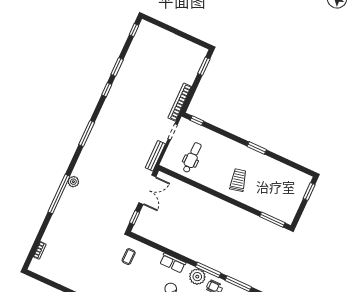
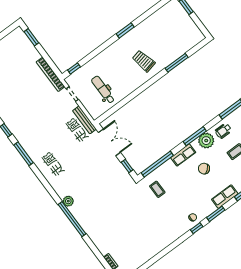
window: (87, 134) -> (23, 154), moved
window: (272, 220) -> (177, 63), moved
window: (151, 244) -> (157, 164), added
window: (208, 270) -> (195, 136), moved

